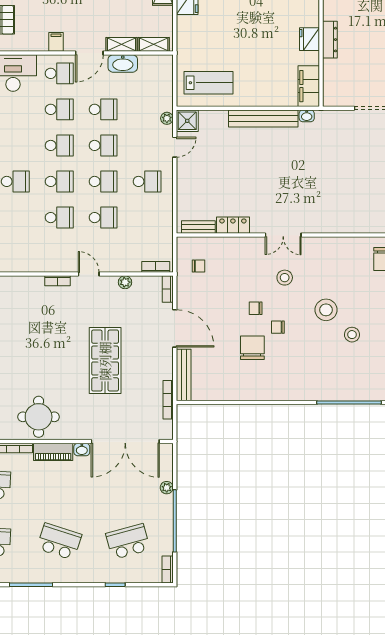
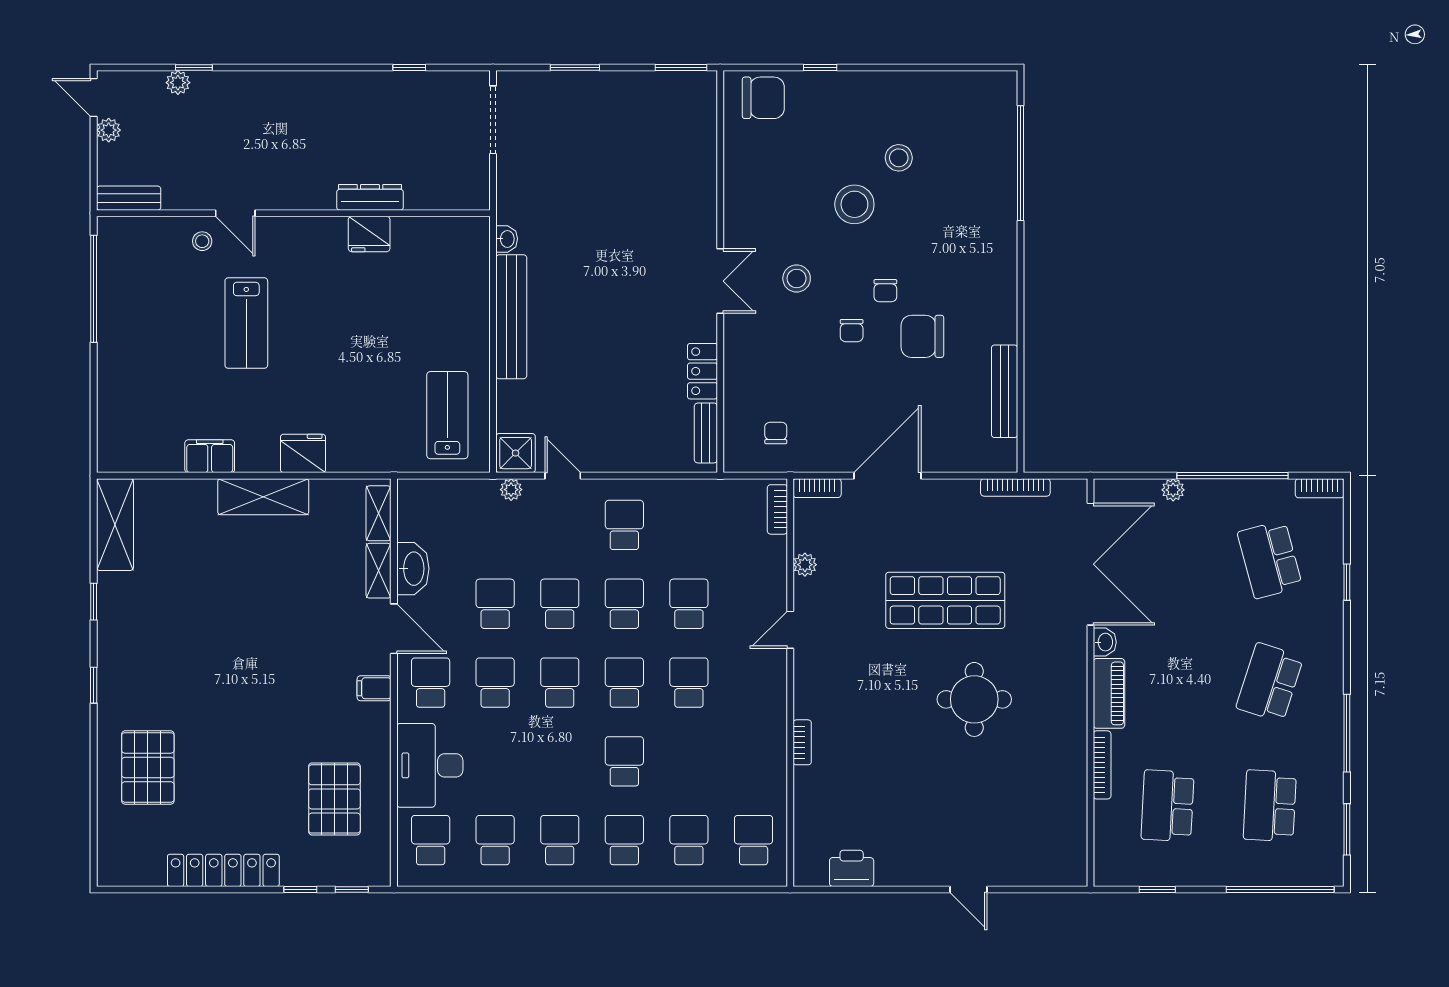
filing cabinet: (309, 86) -> (453, 235), removed
bookcase: (57, 281) -> (802, 742), moved
bench: (184, 375) -> (1005, 391), moved, turned 90
round table: (39, 417) -> (974, 699), moved

